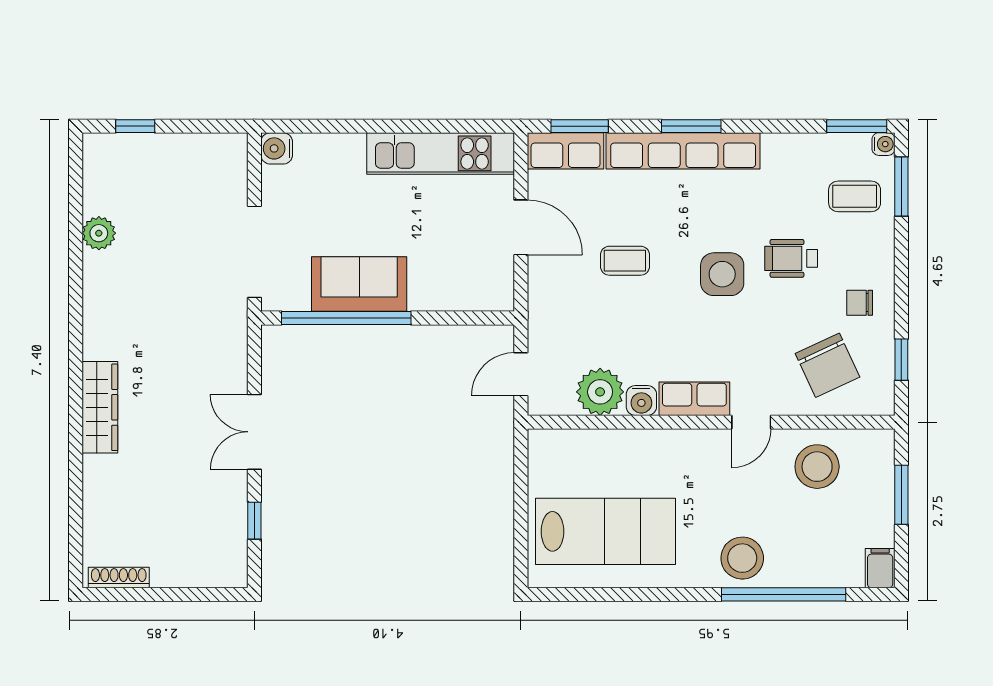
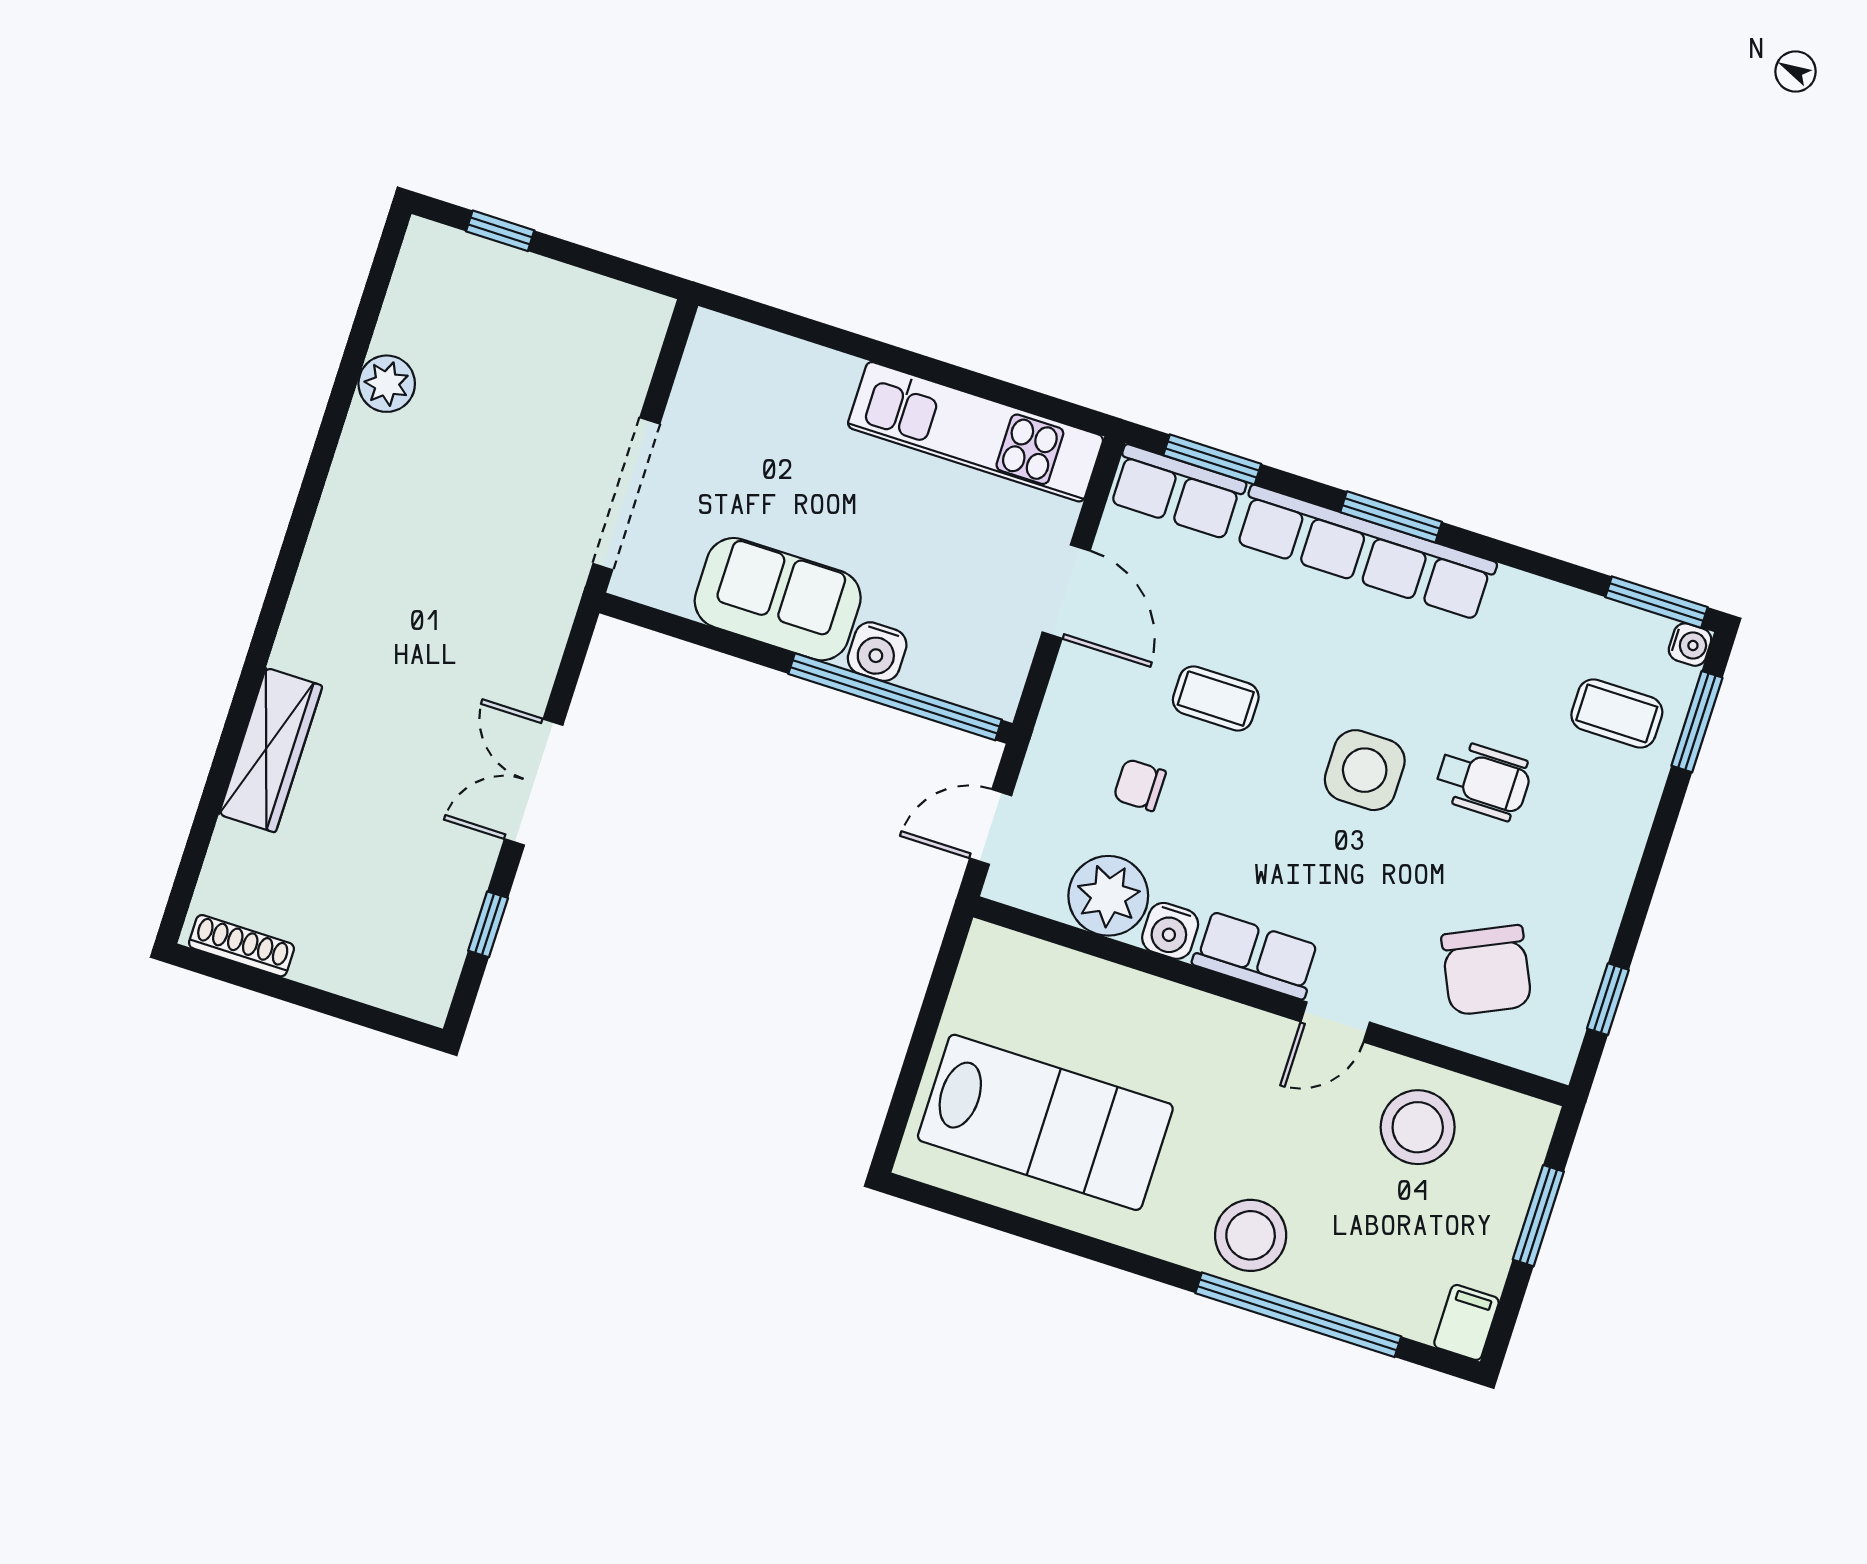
water cooler: (277, 148) -> (877, 652), moved, turned -90
wheelchair: (791, 258) -> (1483, 780), turned 180
chair: (860, 303) -> (1140, 785), moved
window: (346, 318) -> (895, 697), moved
wardrobe: (100, 407) -> (271, 750), moved

